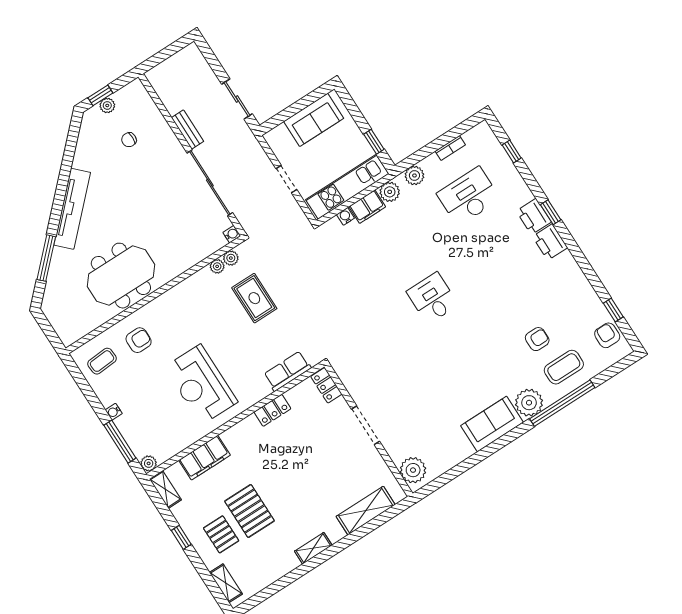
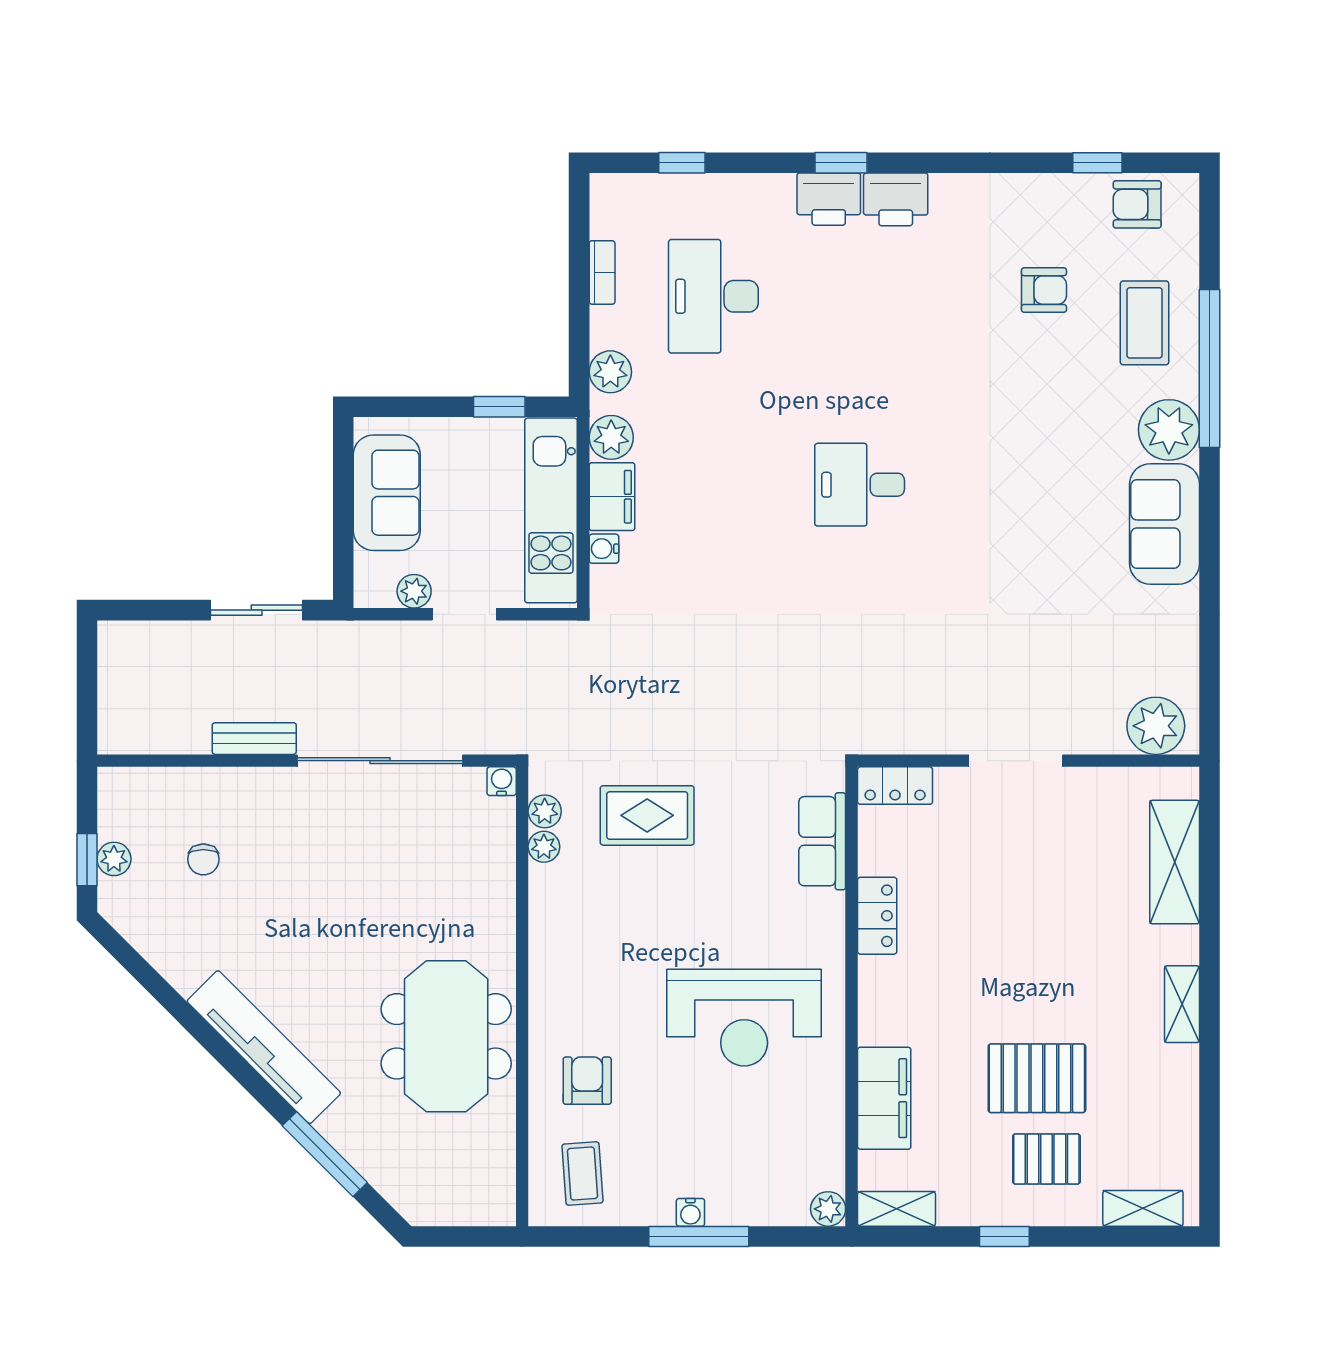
plant: (283, 154) -> (414, 591), added
armchair: (537, 339) -> (1044, 290), moved, turned 90
window: (120, 442) -> (699, 1236), moved

